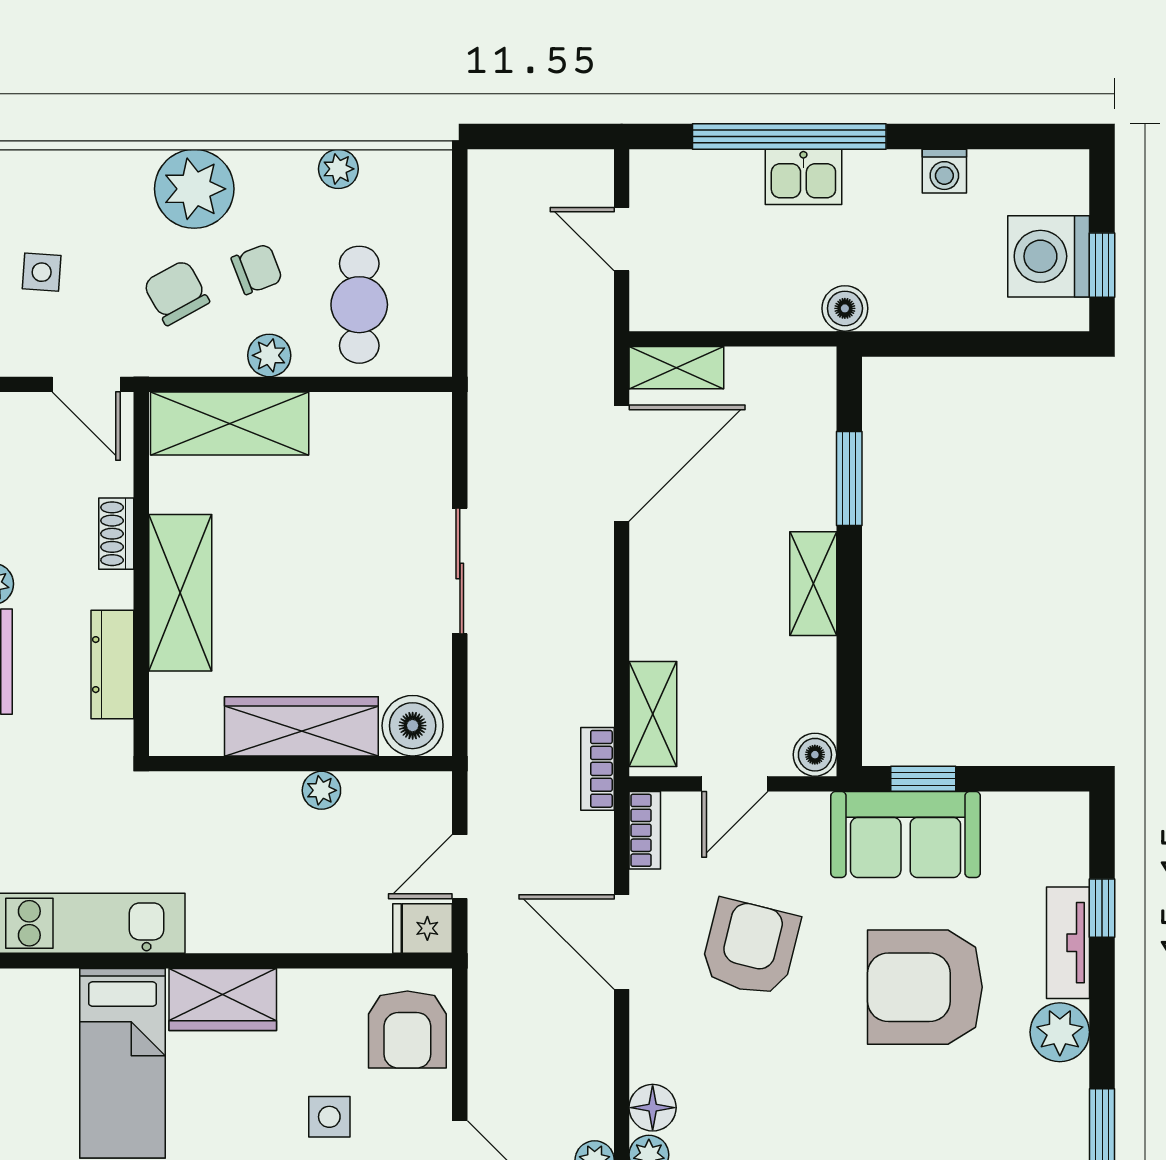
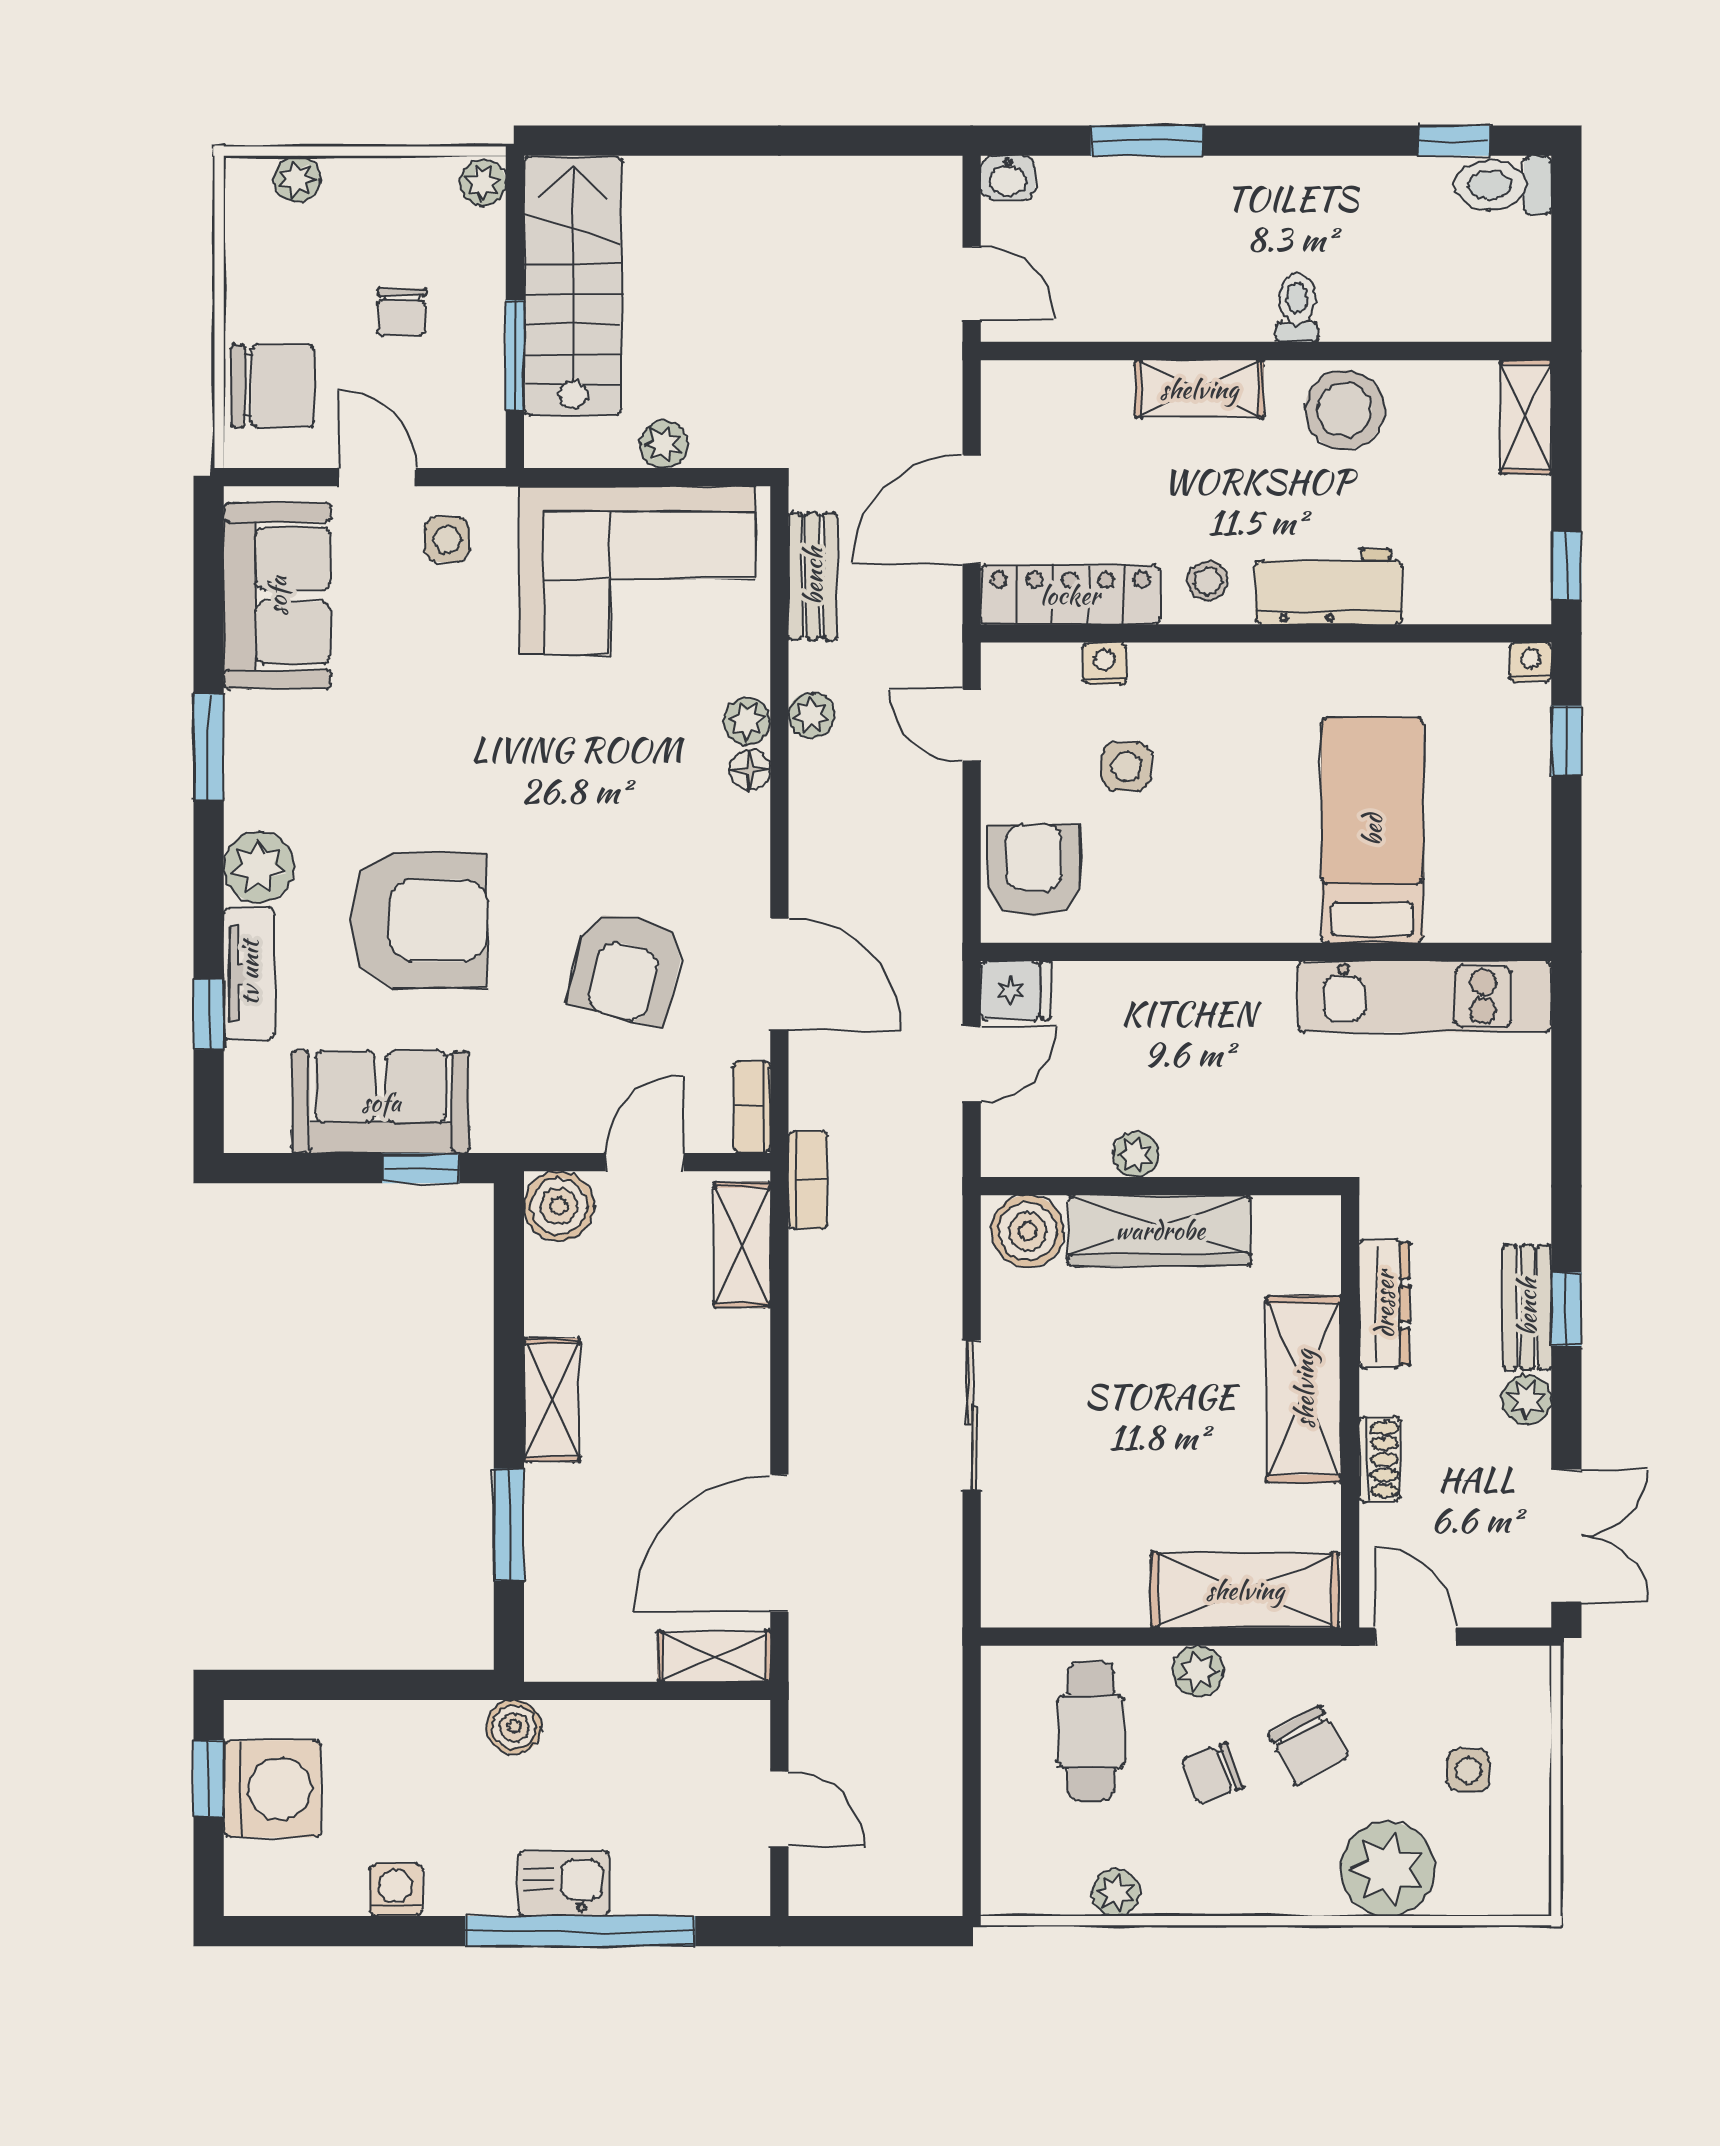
plant: (194, 189) -> (1388, 1869), moved
boiler: (815, 755) -> (559, 1206), width x1.36, depth x1.36
sofa: (906, 835) -> (381, 1102), moved
wardrobe: (223, 1000) -> (1253, 906), removed
floor lamp: (653, 1108) -> (750, 770), width x0.73, depth x0.73

